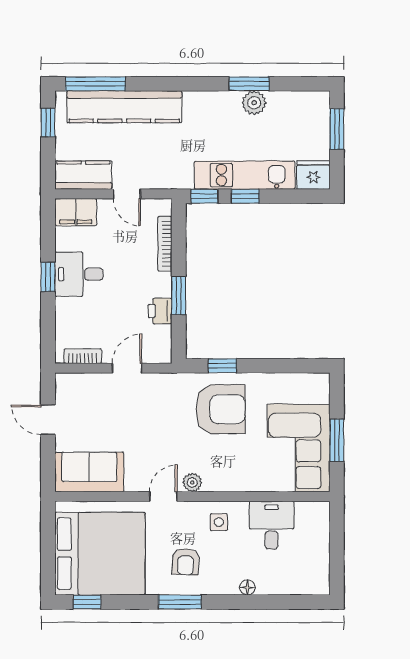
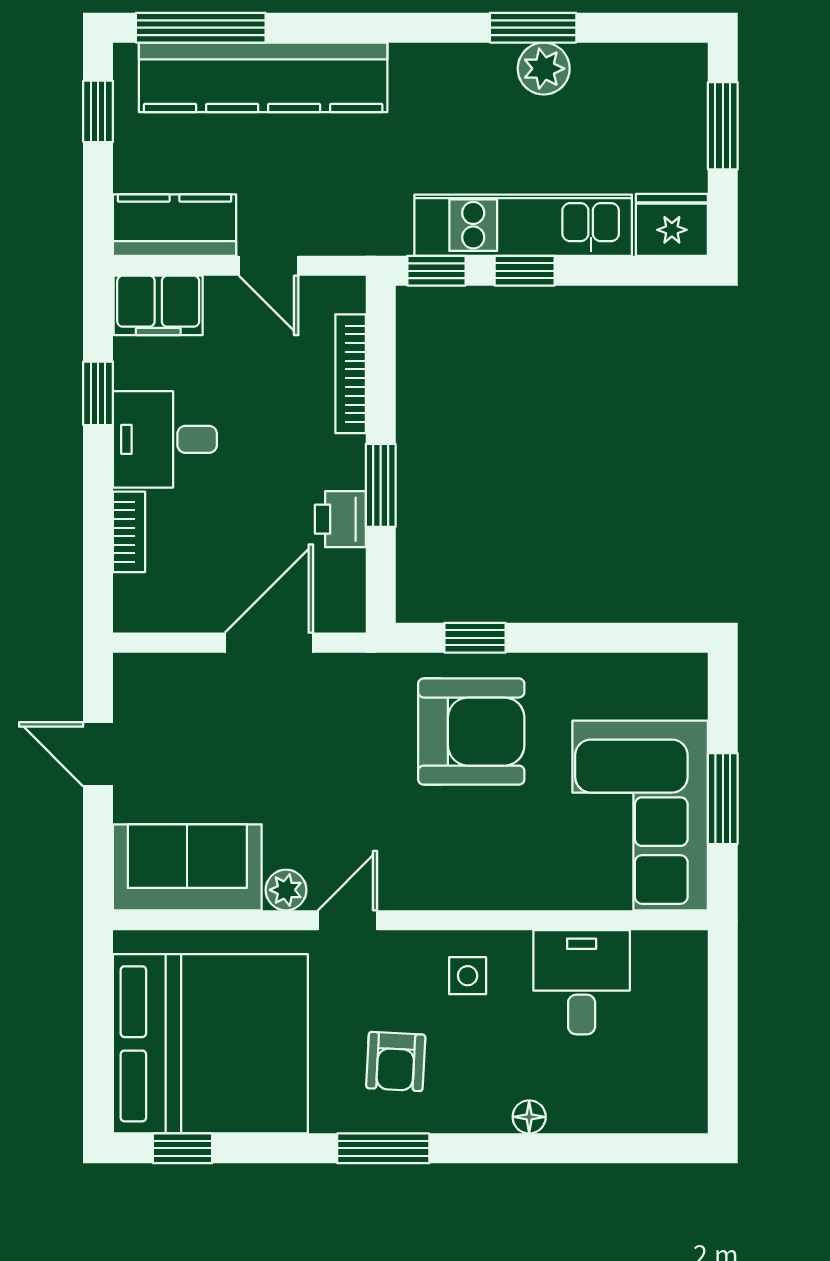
window: (48, 277) -> (98, 393), moved
bookcase: (83, 356) -> (129, 532), moved, turned 90
door: (127, 368) -> (269, 643), width x1.37
plant: (192, 483) -> (286, 890), moved

